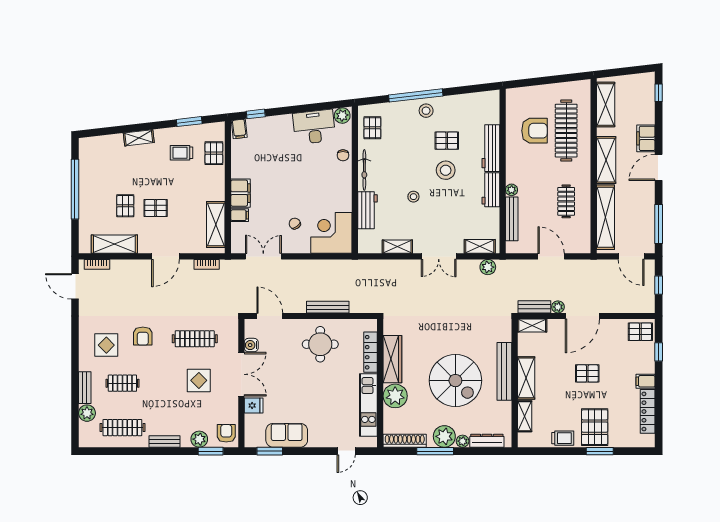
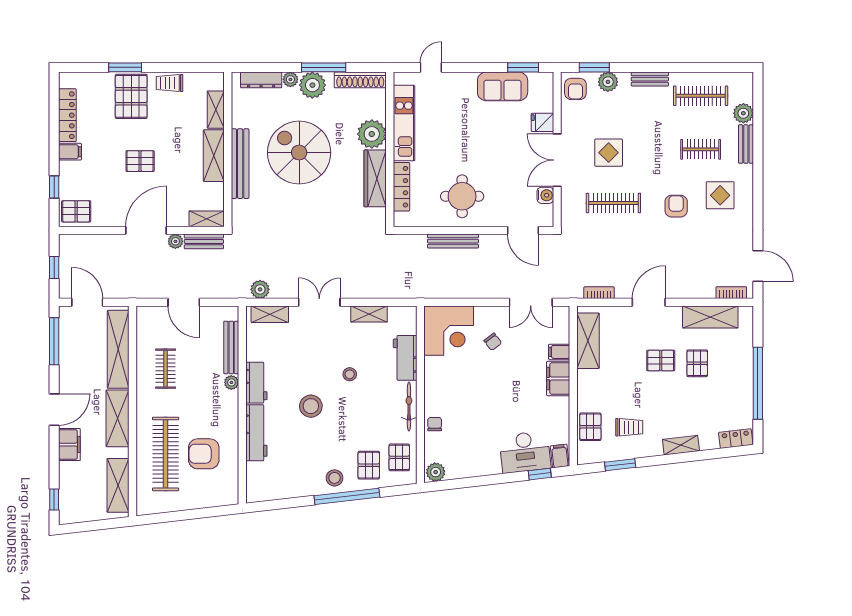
desk: (314, 127) -> (525, 452), moved
pallet: (447, 141) -> (369, 465), moved, turned 90
locker: (93, 143) -> (736, 439), added

